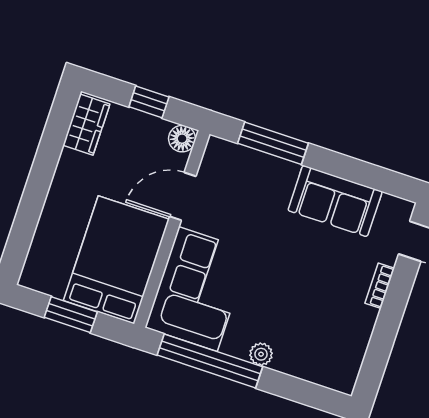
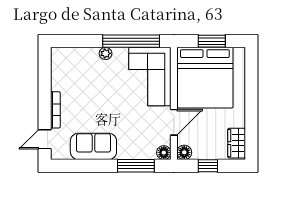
floor lamp: (218, 150) -> (164, 153), added
bed: (116, 260) -> (205, 78), width x1.36
bookcase: (380, 286) -> (55, 110), width x1.56

